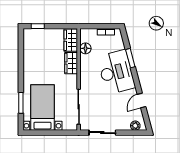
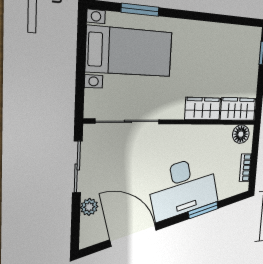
floor lamp: (85, 48) -> (241, 134), moved
door: (141, 100) -> (133, 235), width x1.88
plant: (135, 126) -> (89, 207), moved

